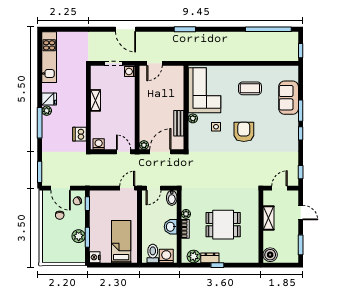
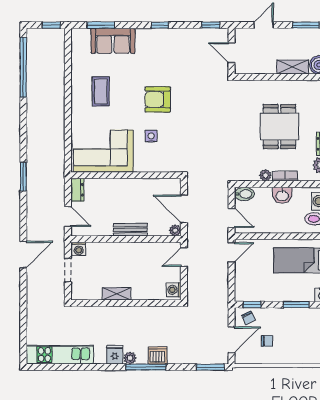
dresser: (175, 71) -> (77, 190), added
window: (301, 111) -> (101, 25), moved
plant: (193, 118) -> (140, 166), removed
bench: (179, 123) -> (130, 230), moved
dishwasher: (80, 134) -> (158, 355), moved, turned 180
door: (127, 188) -> (231, 252), swing flipped
shelving: (269, 218) -> (293, 67), moved
plant: (79, 236) -> (295, 316), removed

